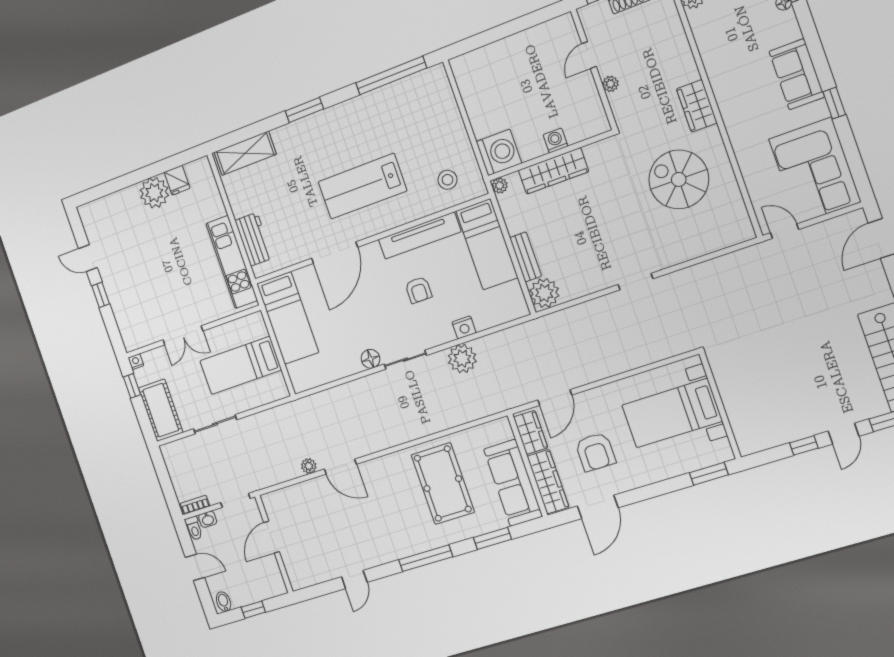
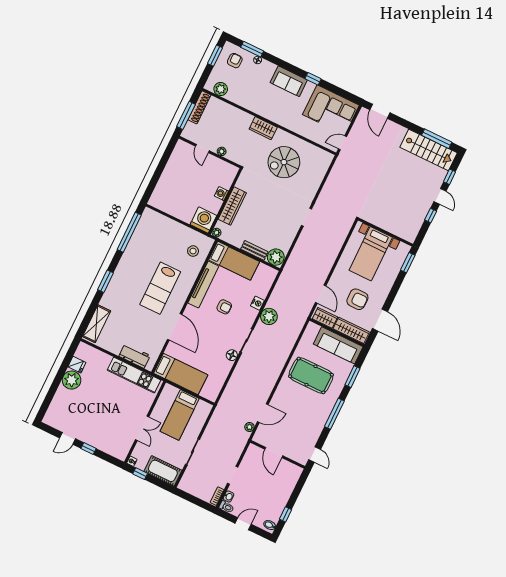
door: (272, 537) -> (274, 452), moved
wall: (274, 544) -> (278, 454), moved

